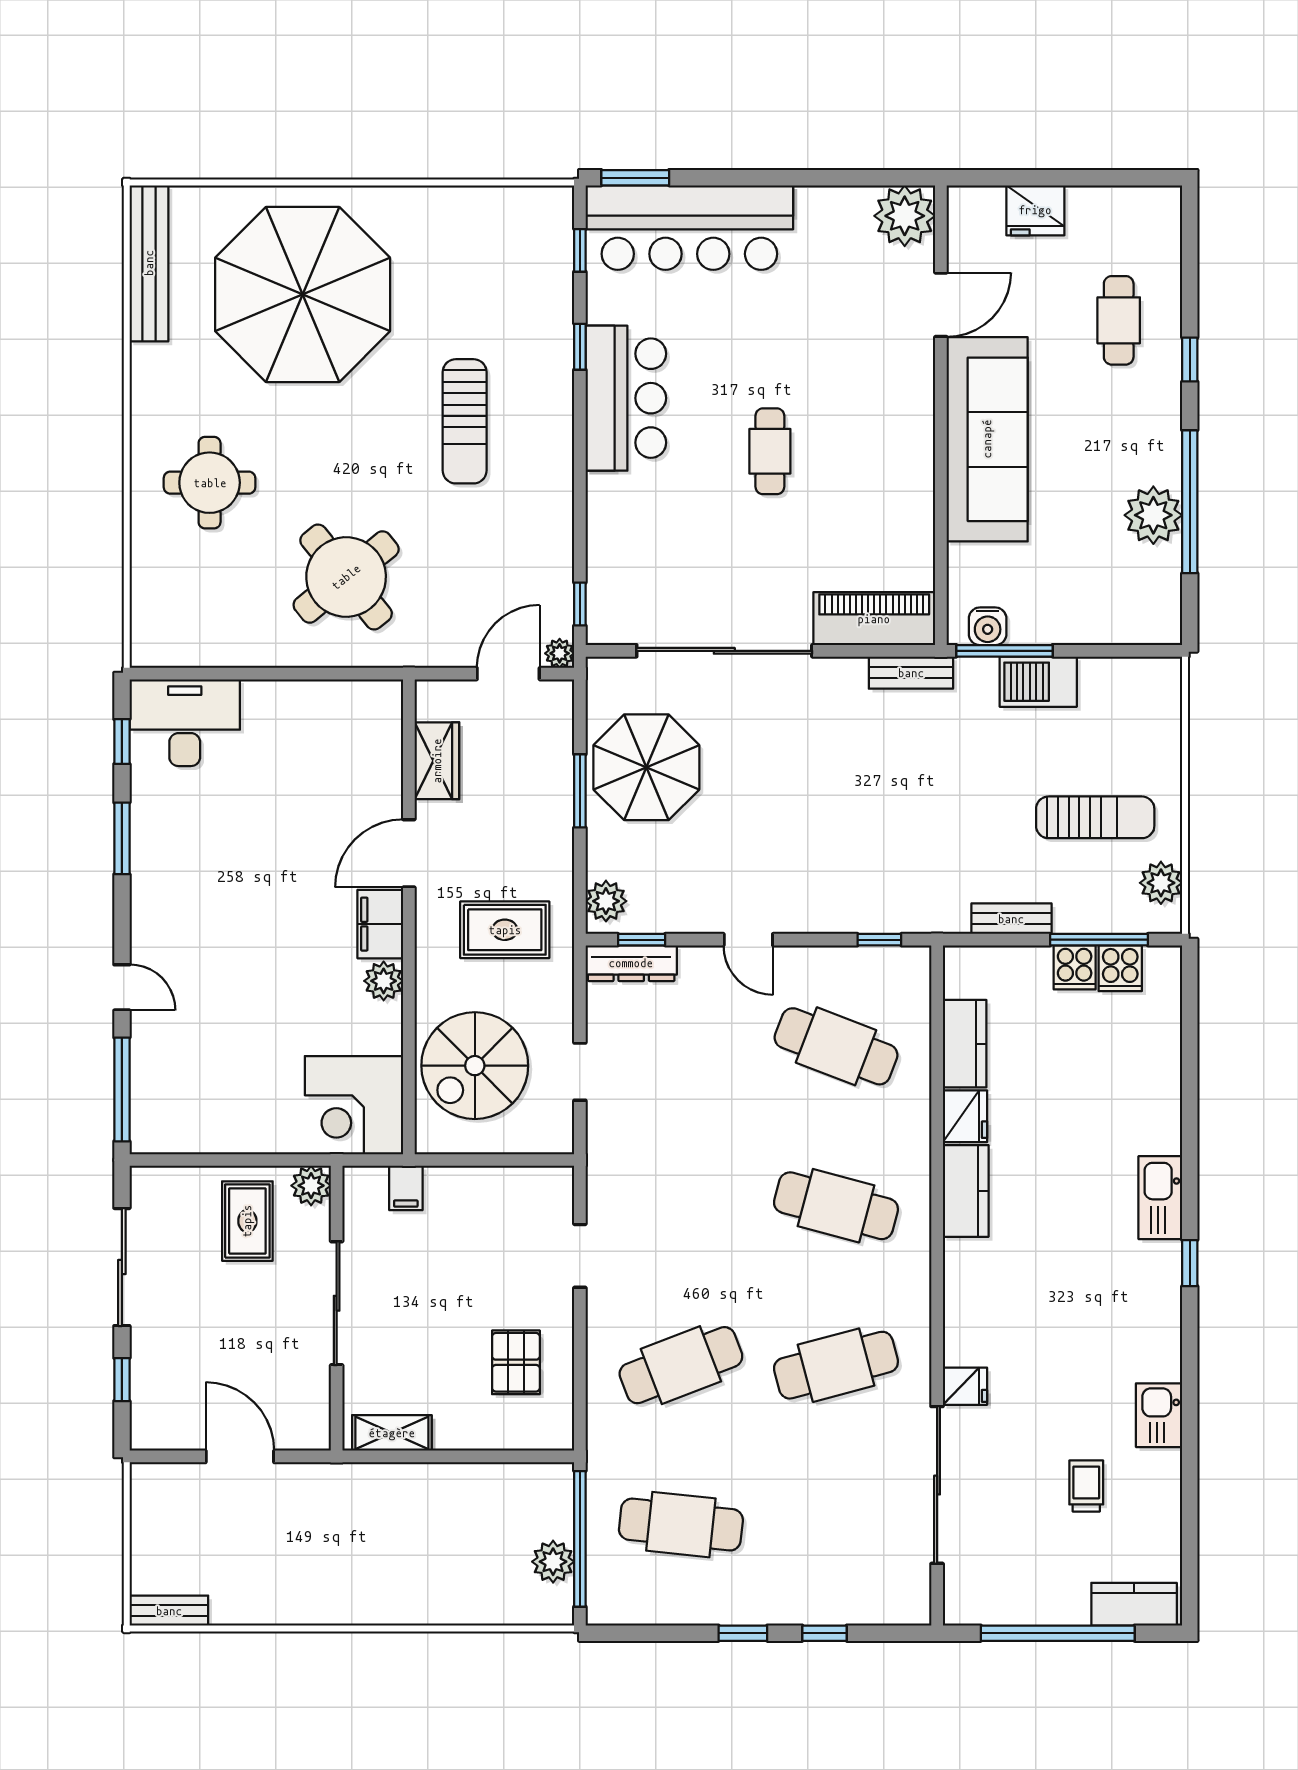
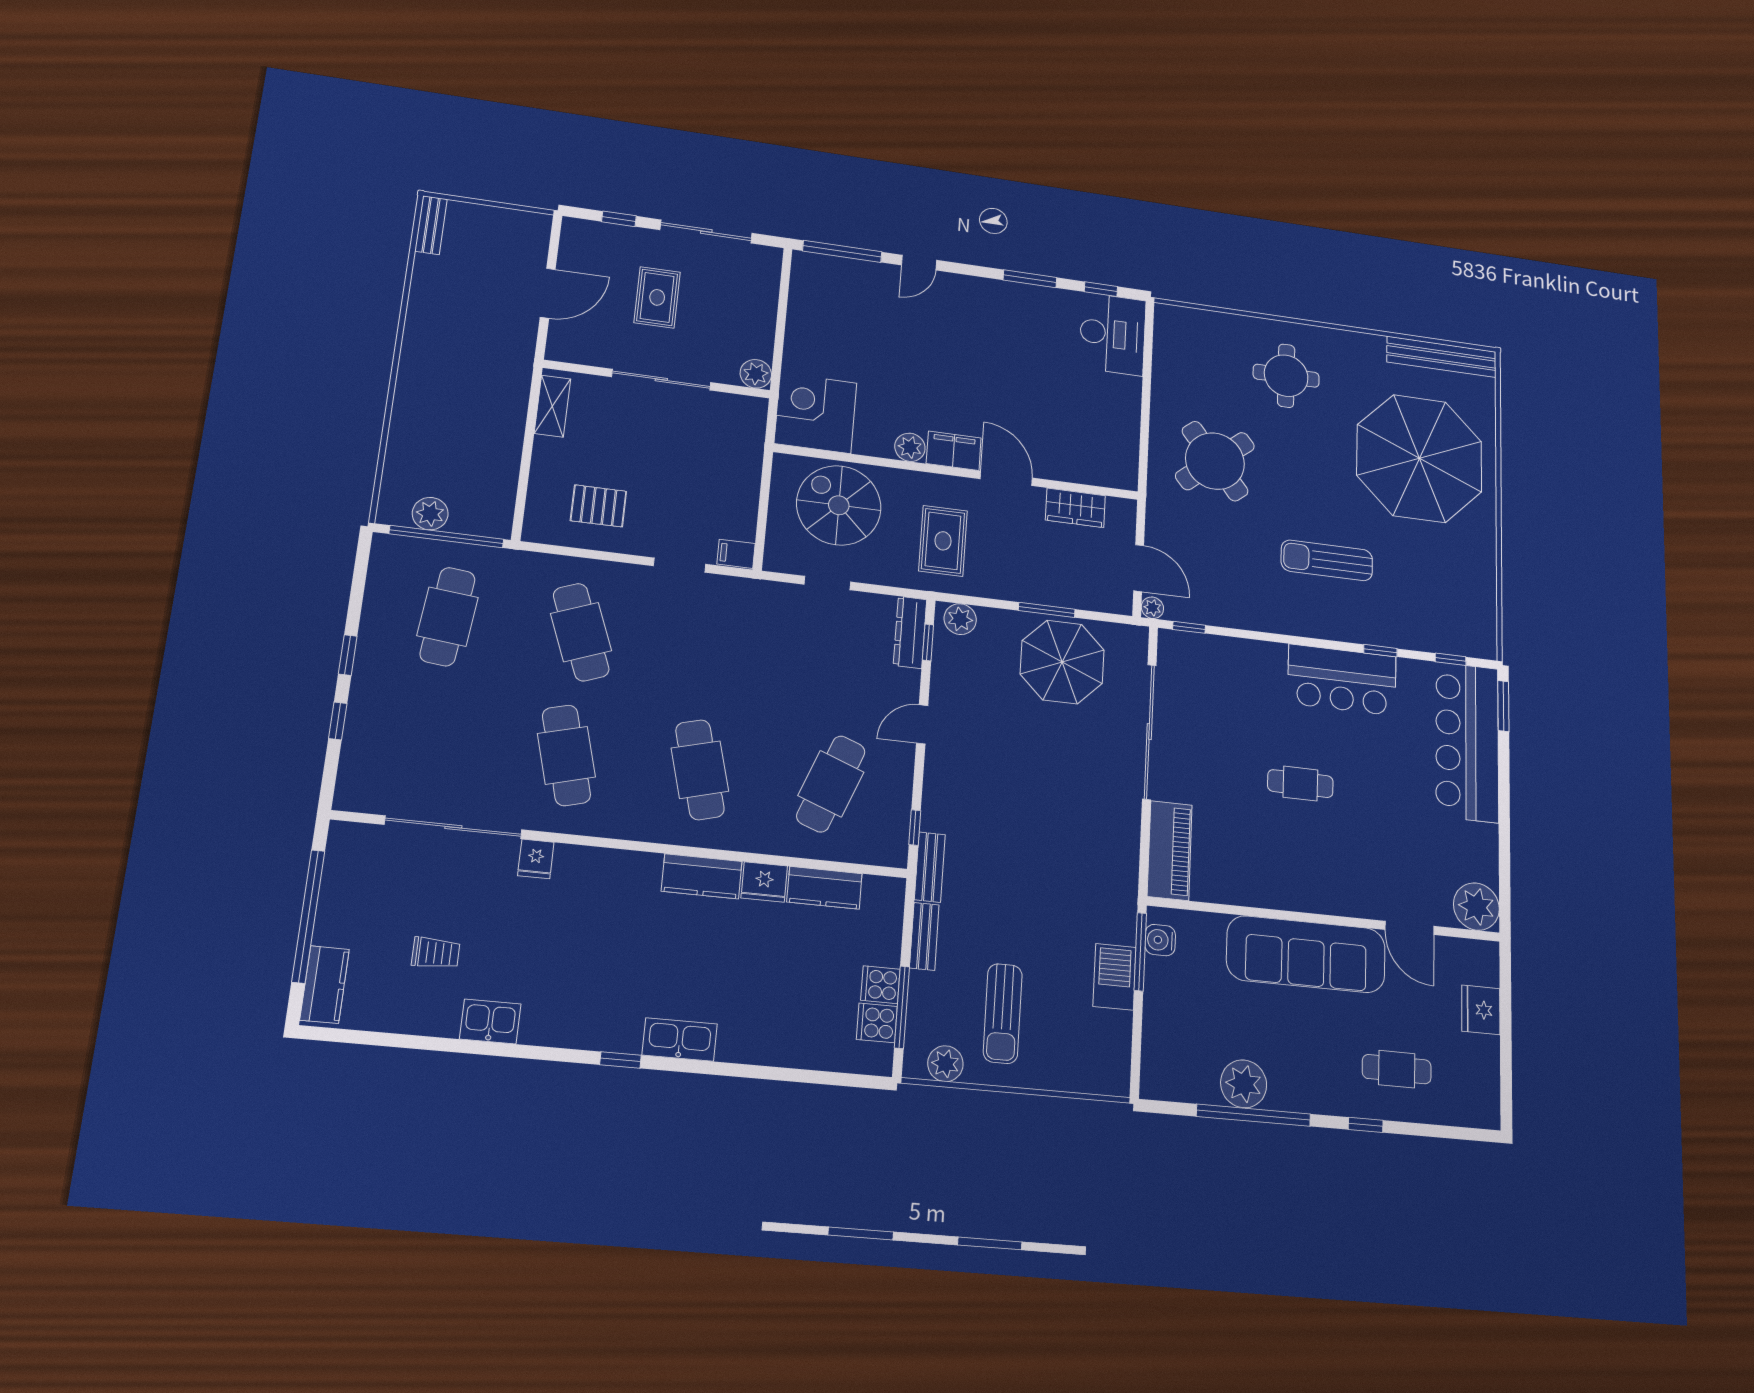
bench: (911, 673) -> (930, 867), moved
filing cabinet: (406, 1188) -> (736, 554), moved
cafe table: (836, 1206) -> (700, 770), turned -30
rug: (247, 1221) -> (657, 297), moved, turned 90

